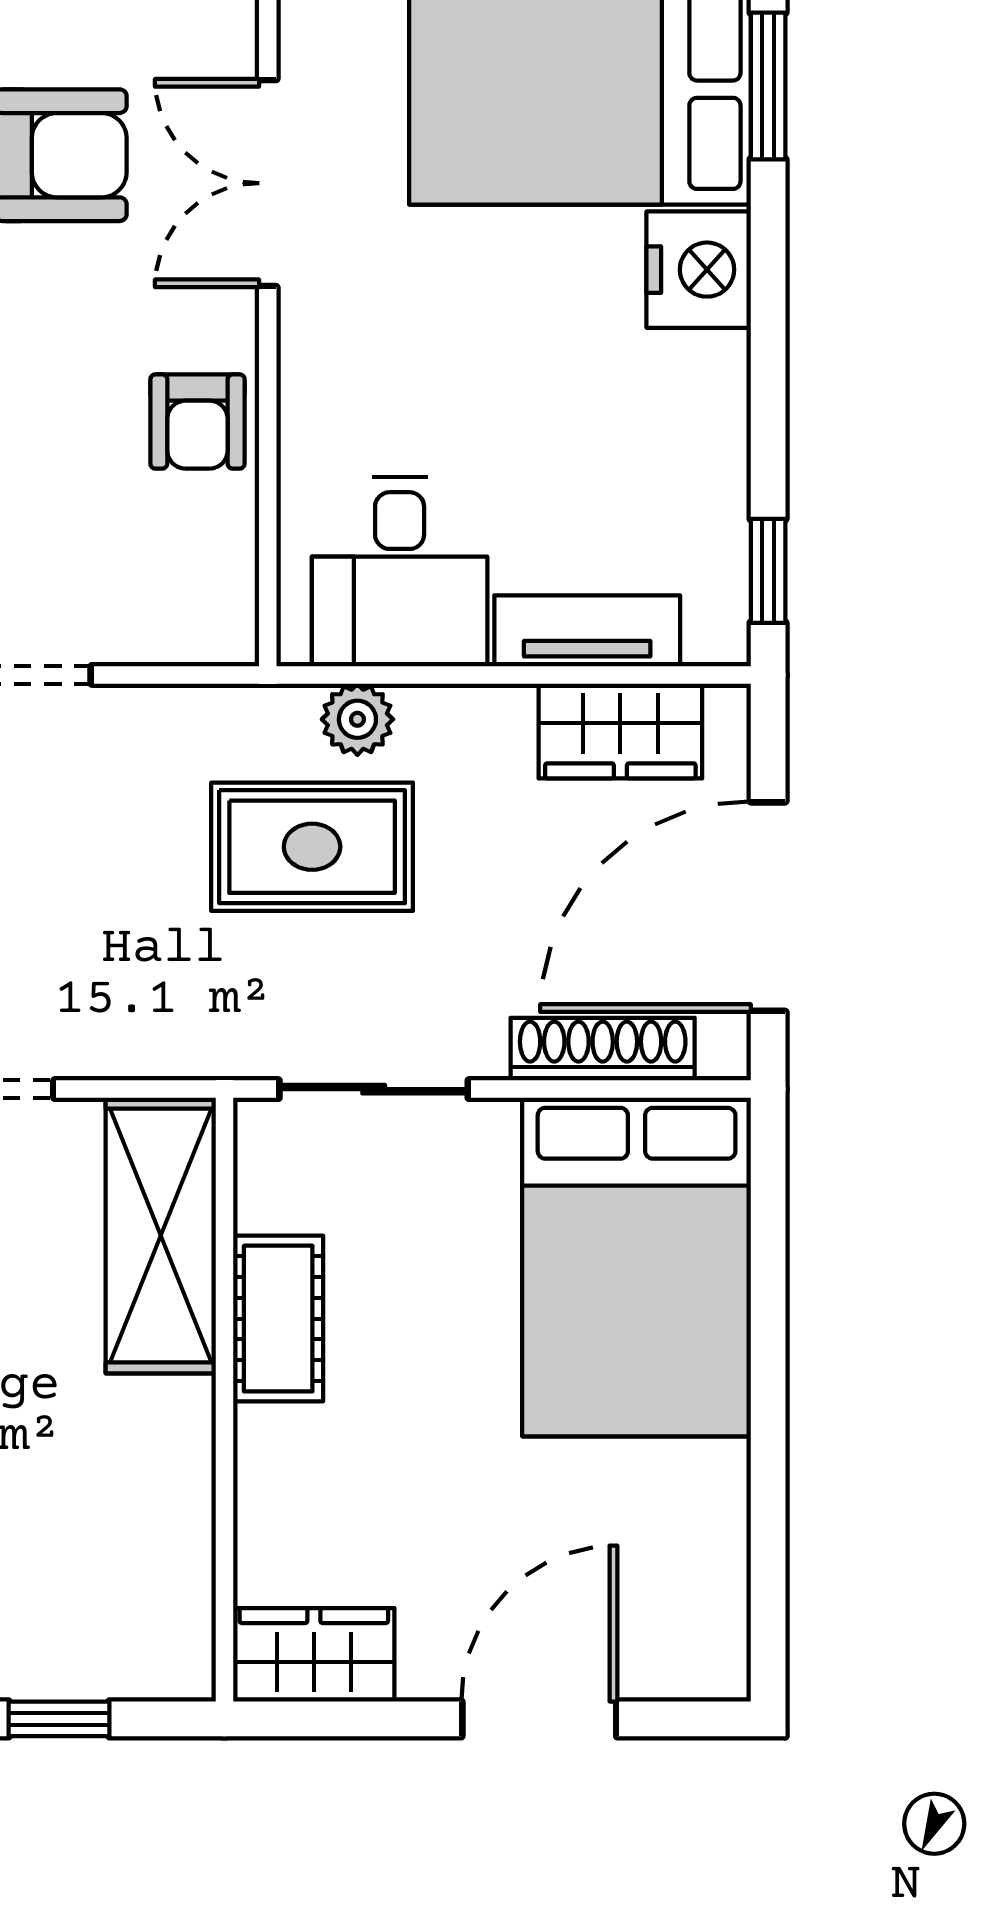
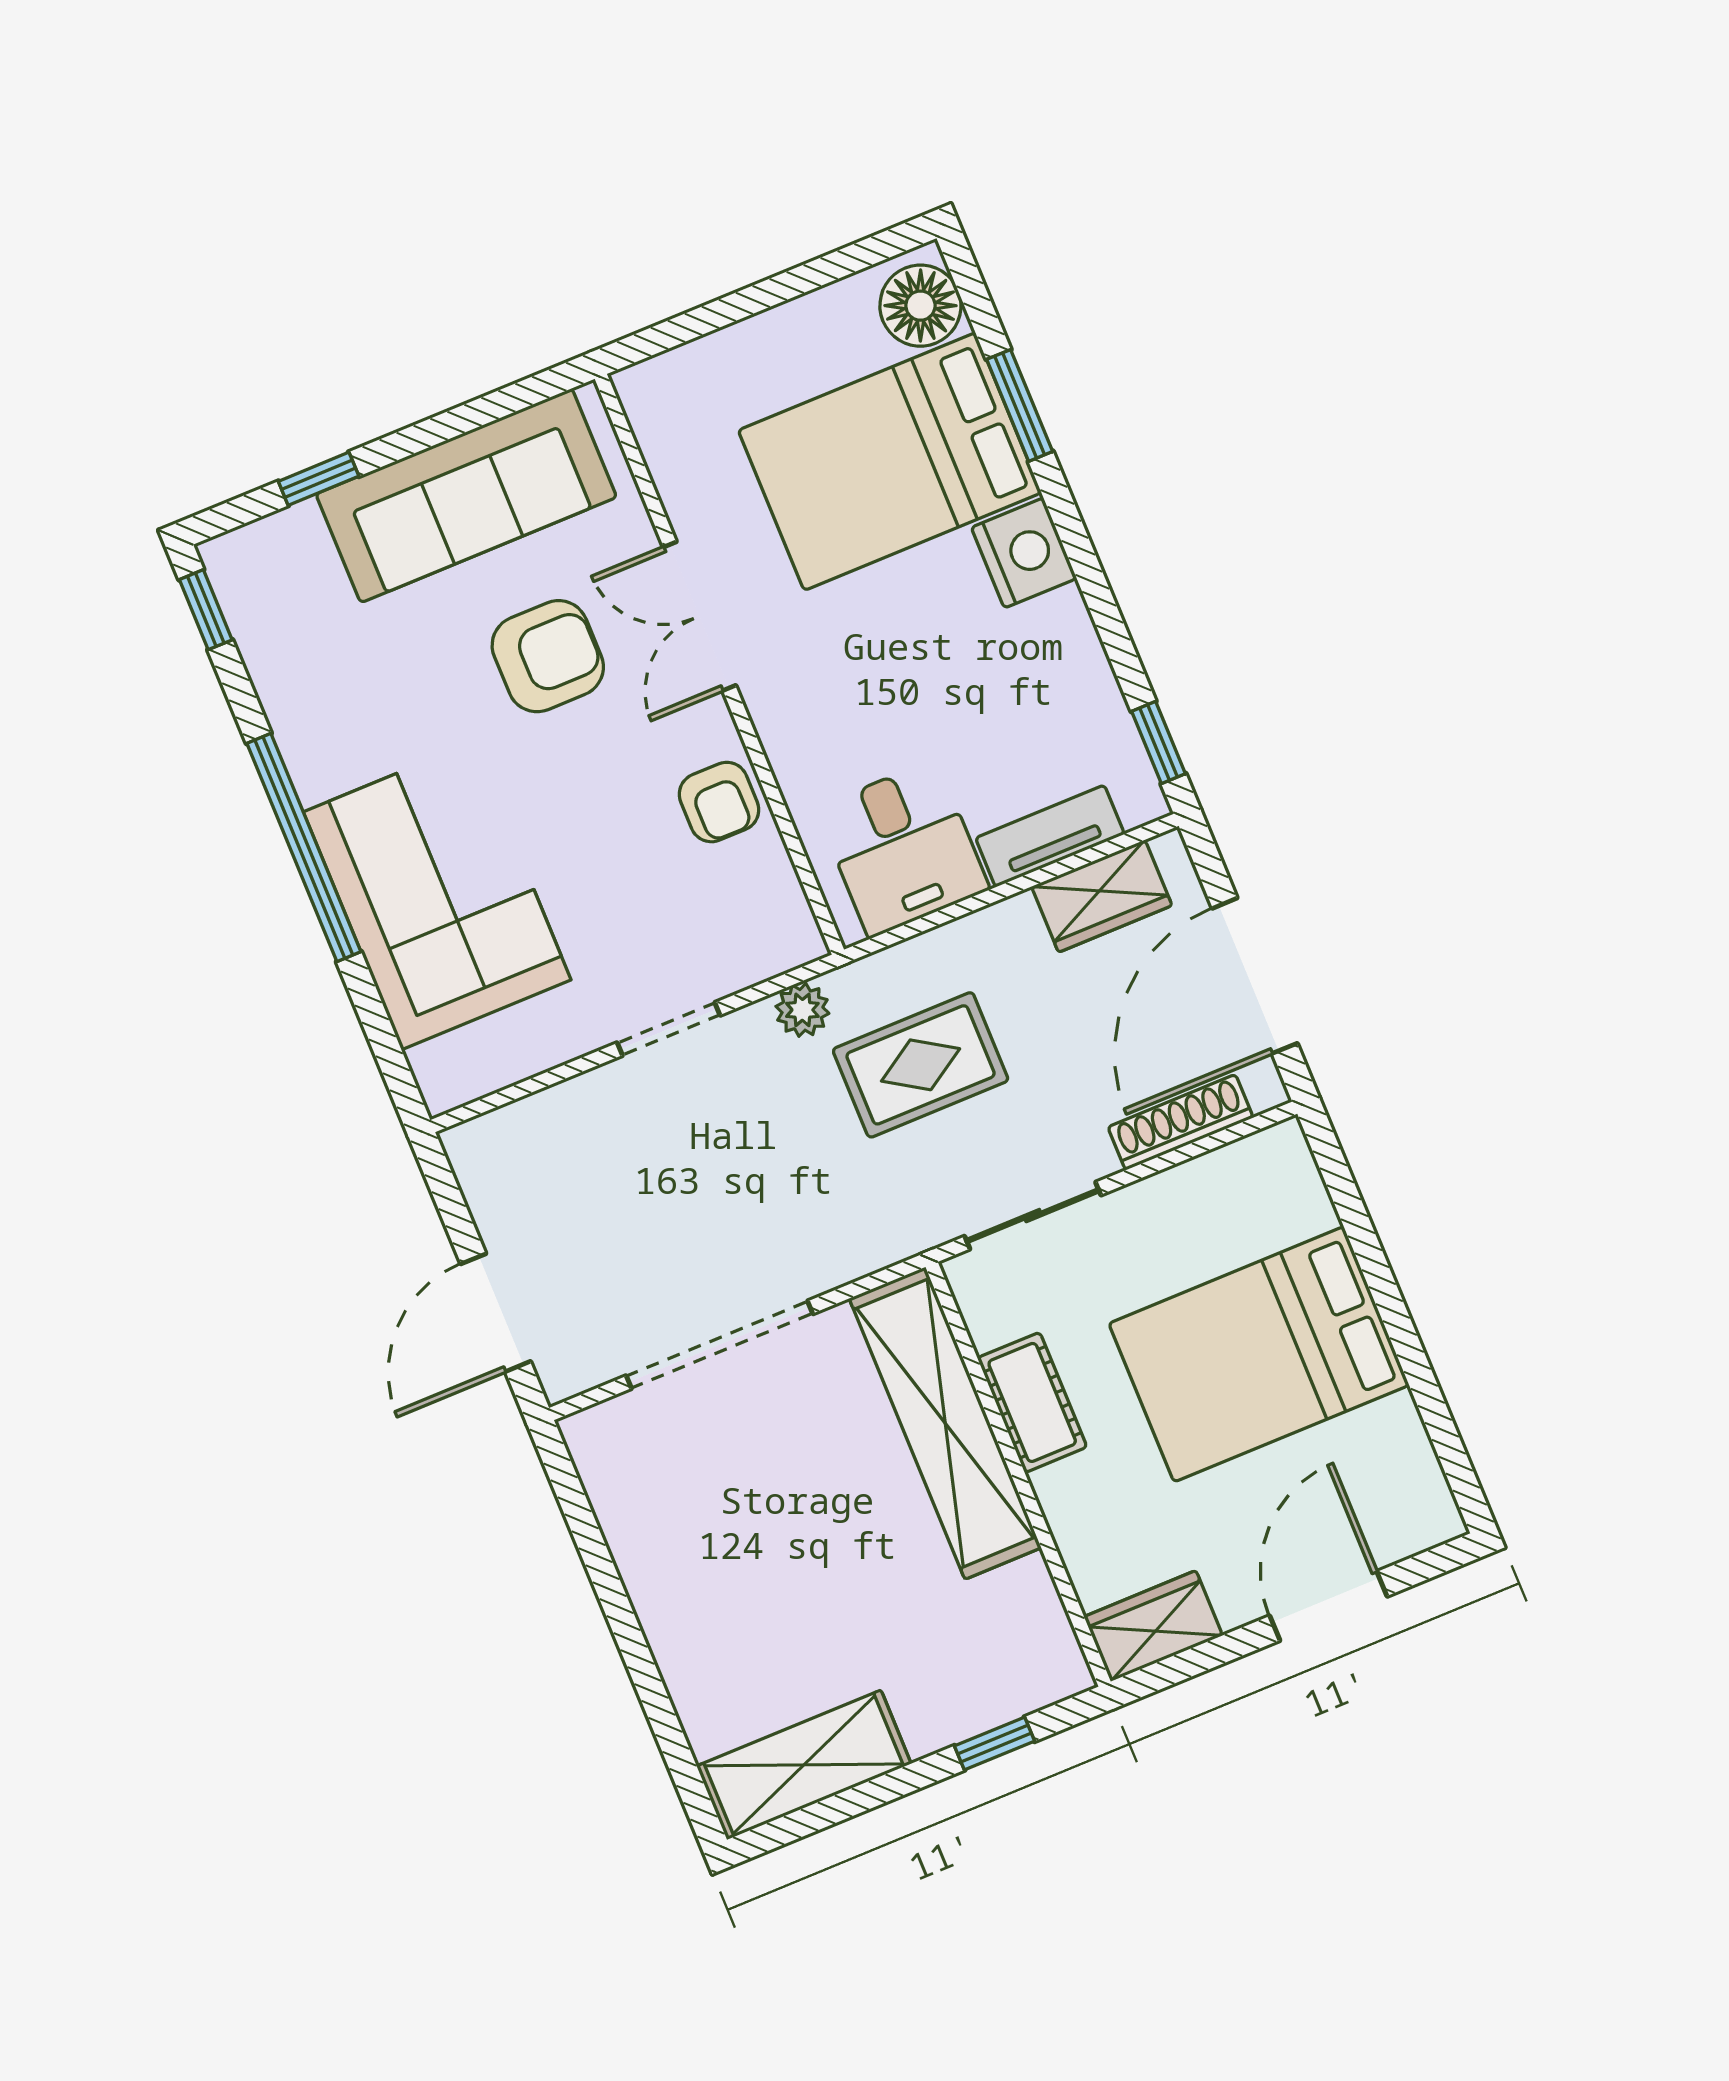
plant: (357, 719) -> (802, 1010), moved
shelving: (161, 1236) -> (945, 1423), width x1.47
bed: (637, 1267) -> (1259, 1354), moved, turned 90

